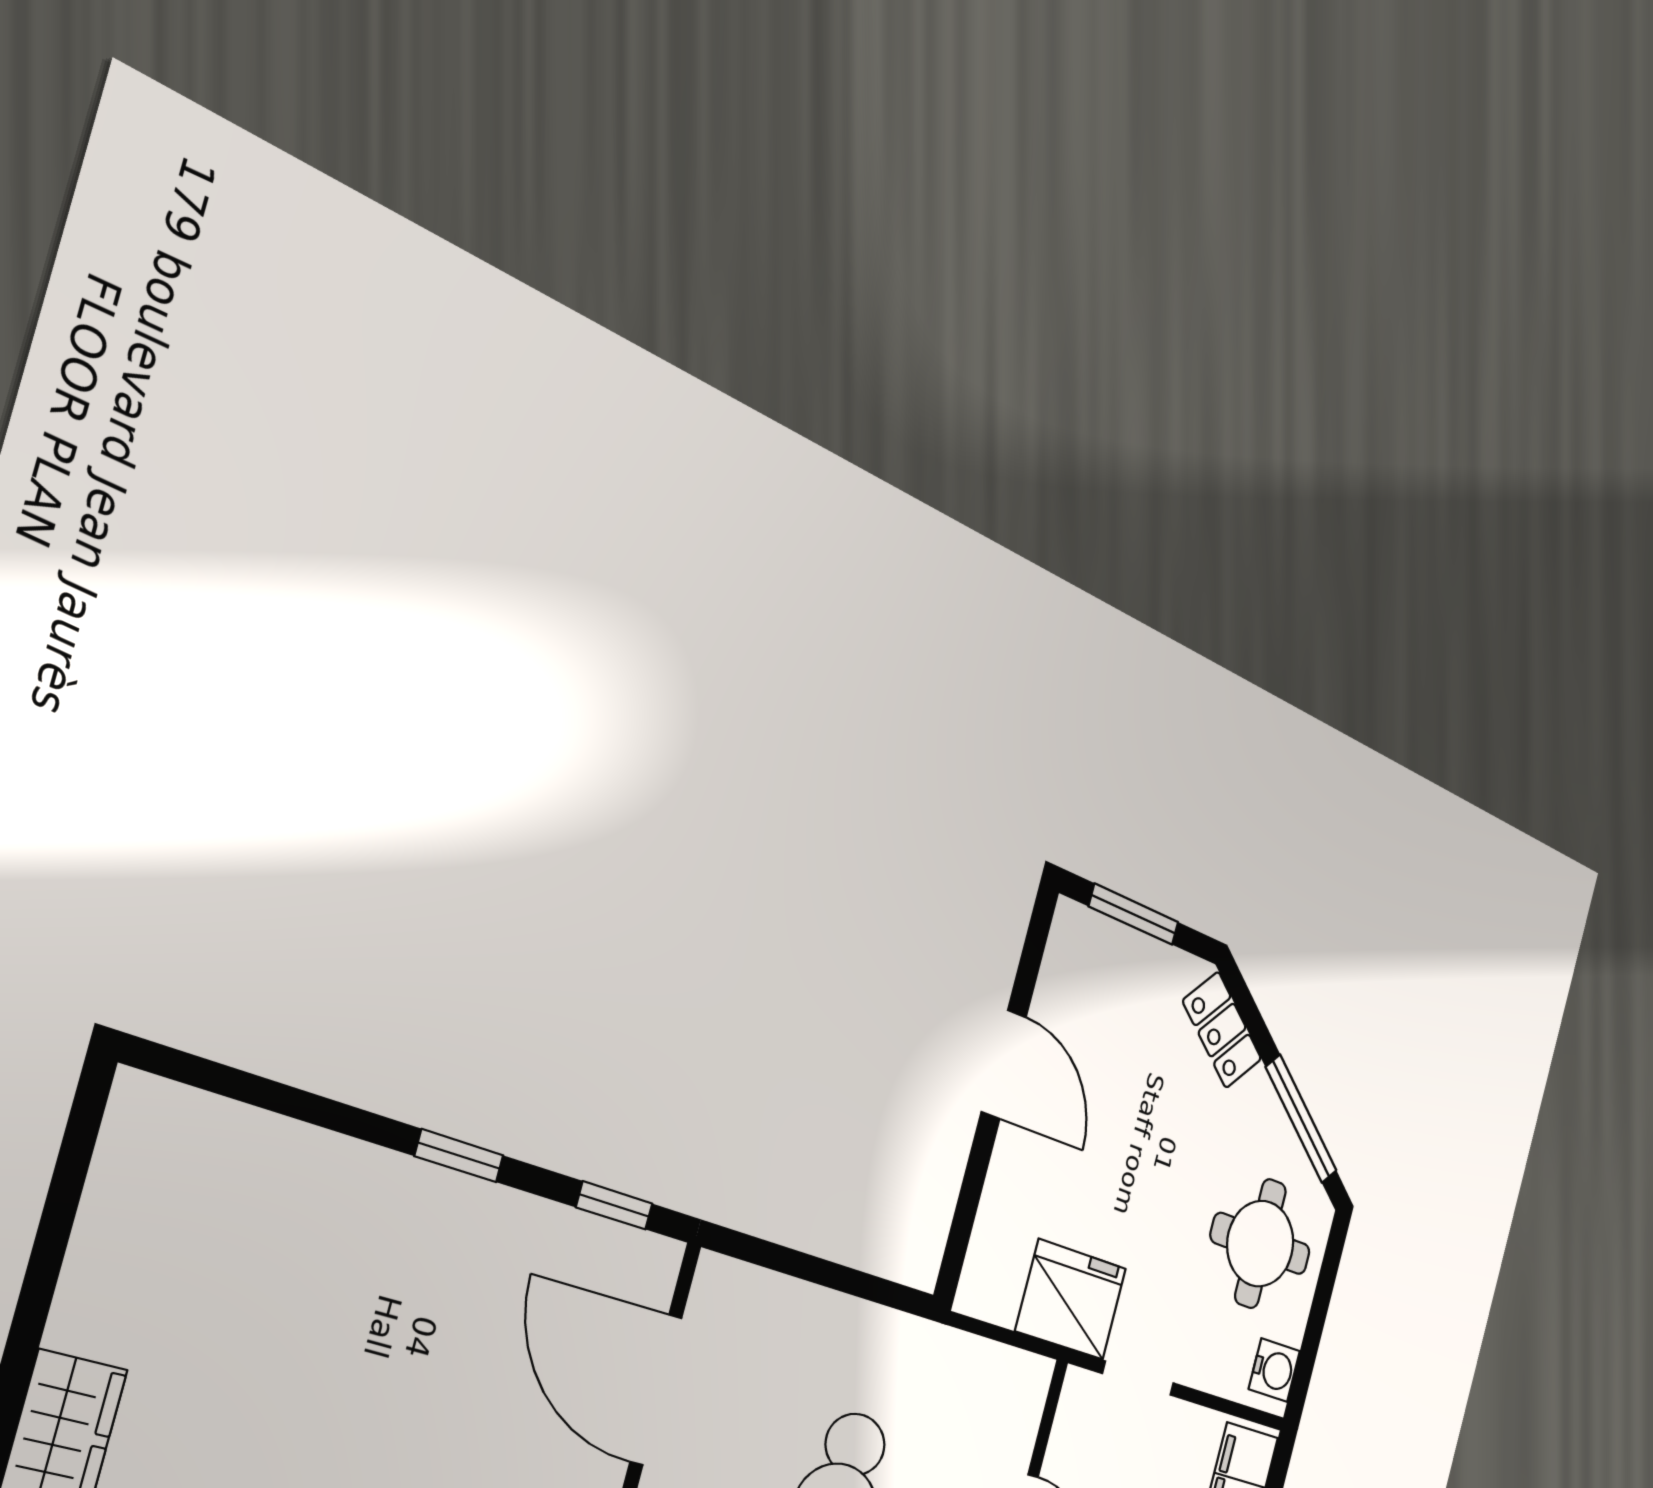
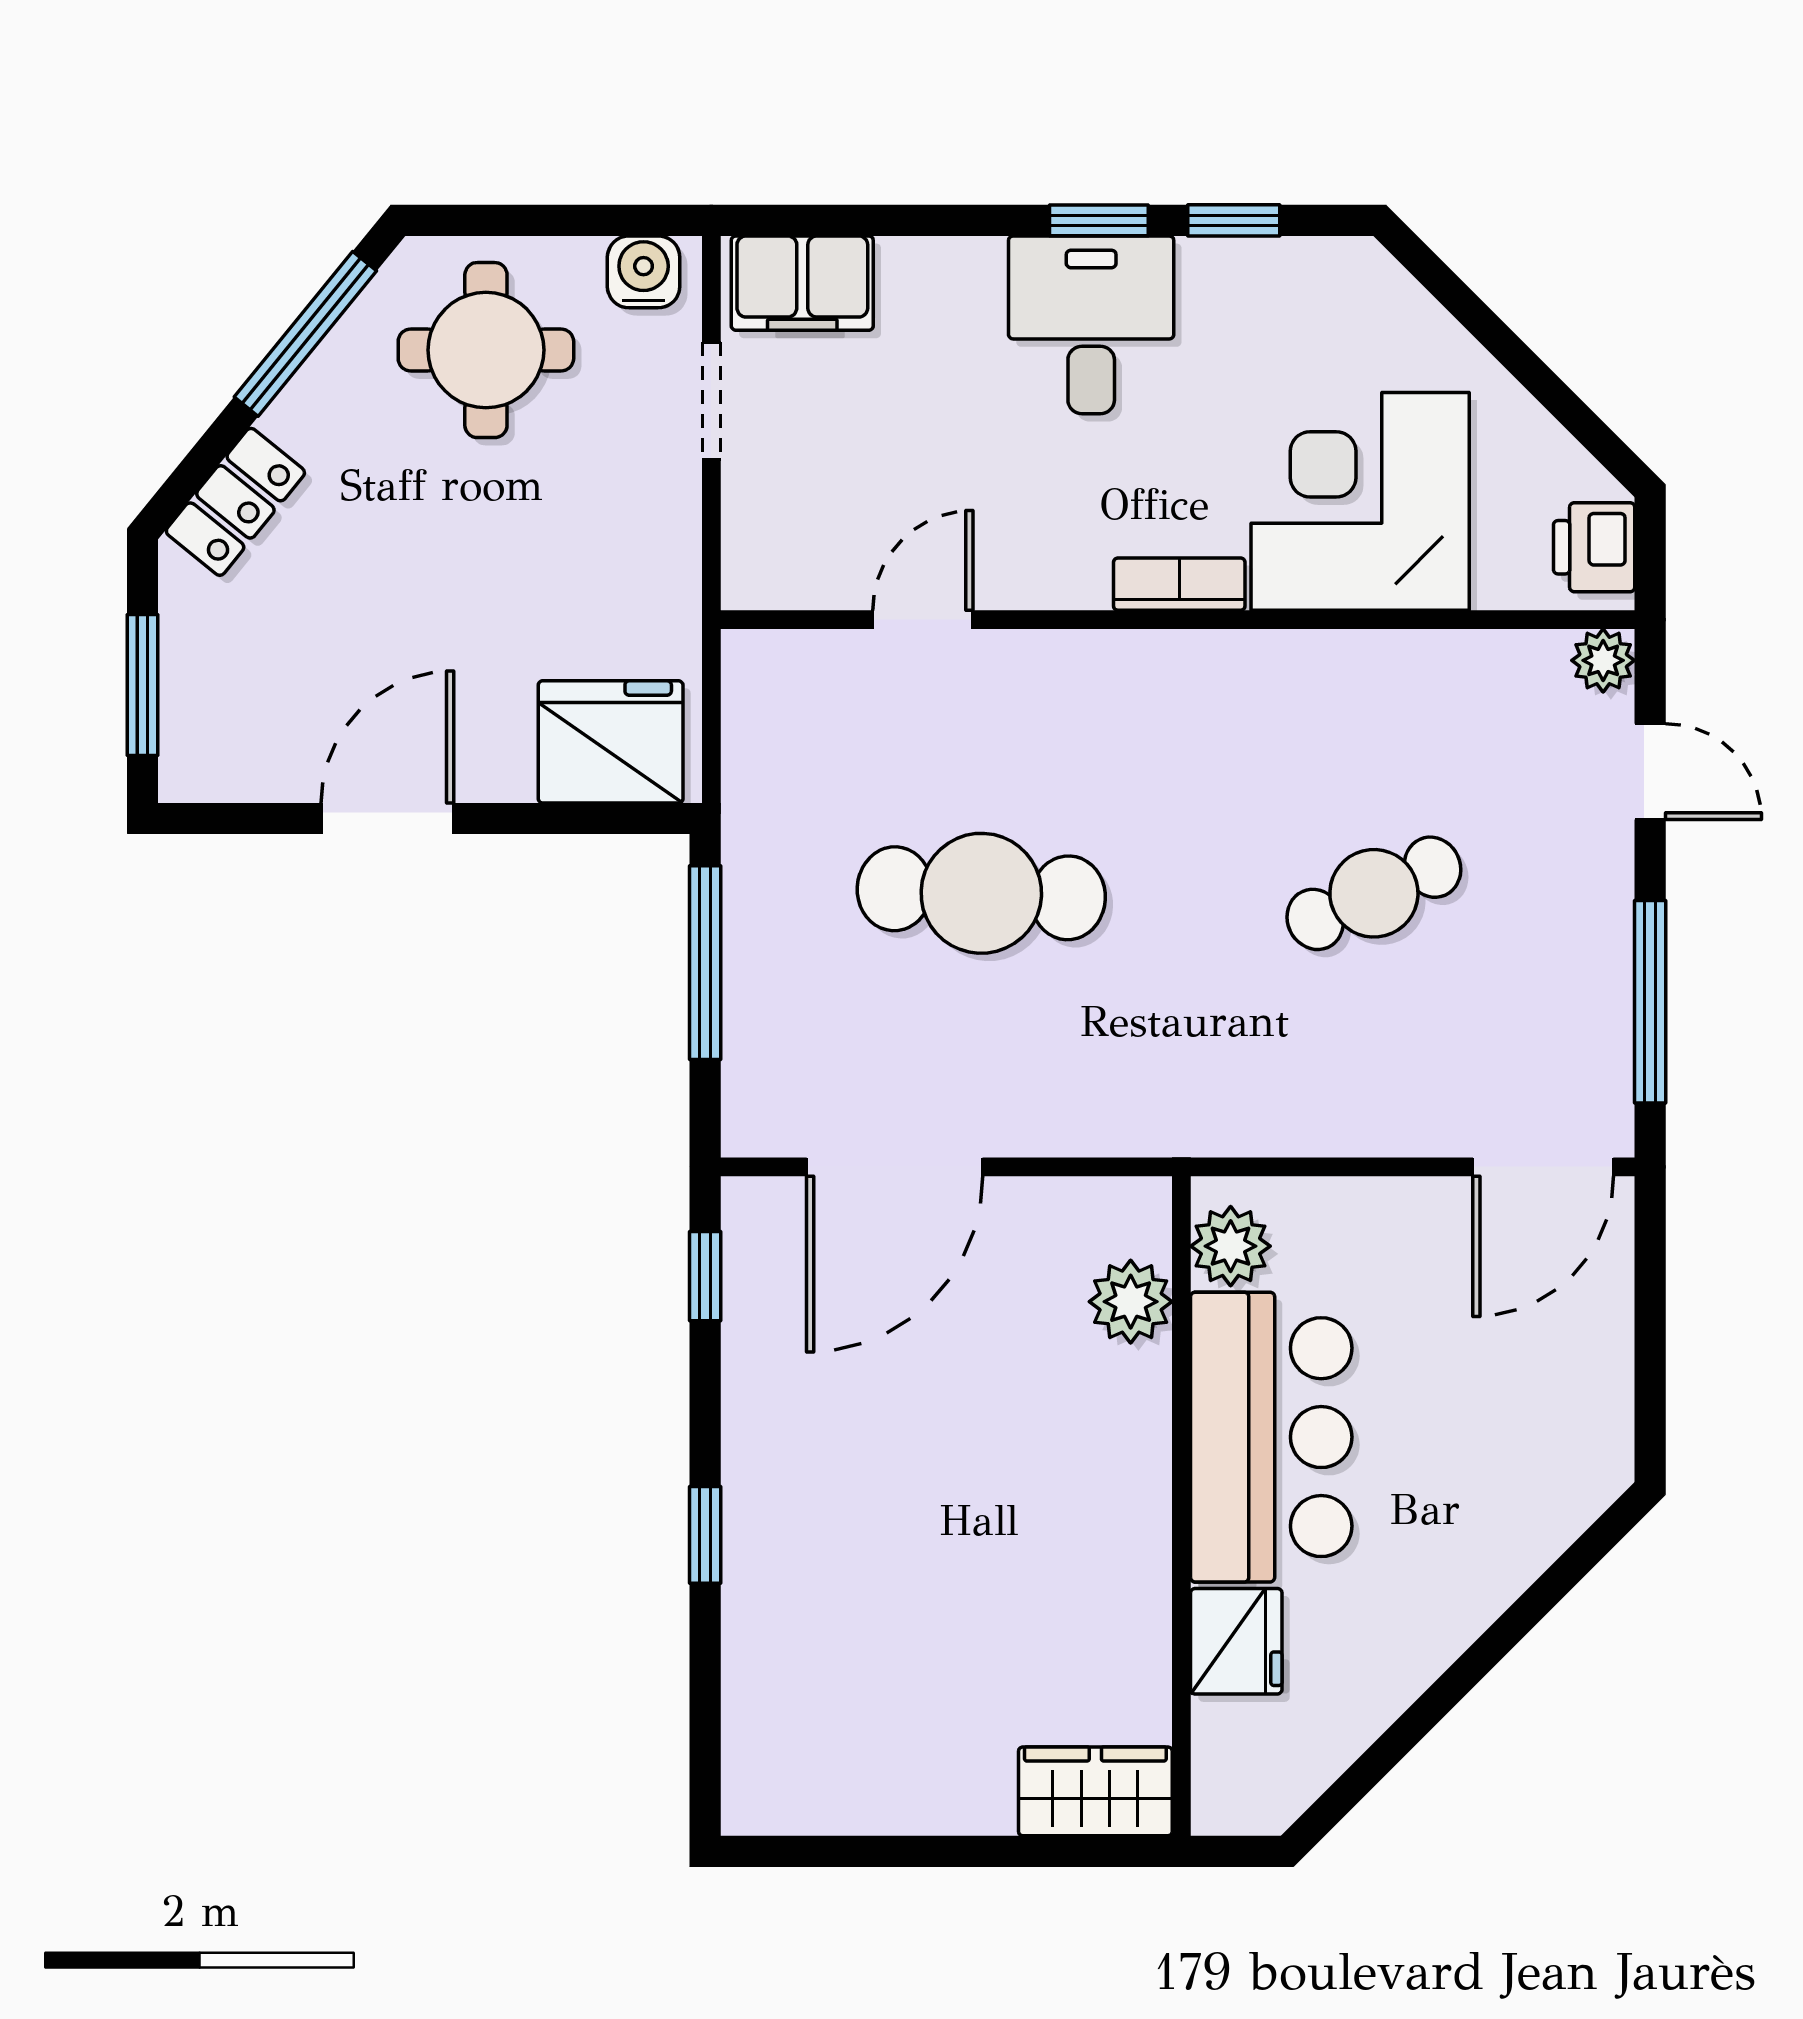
window: (459, 1156) -> (705, 1535), moved
window: (844, 1279) -> (705, 963), added
fridge: (1071, 1300) -> (611, 742), moved, turned 90
doorway: (1138, 1378) -> (711, 401), moved

